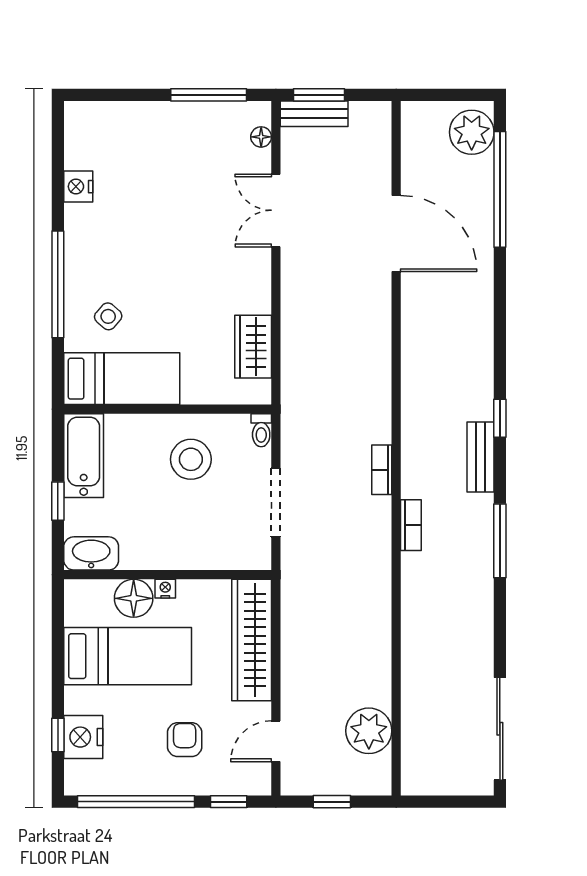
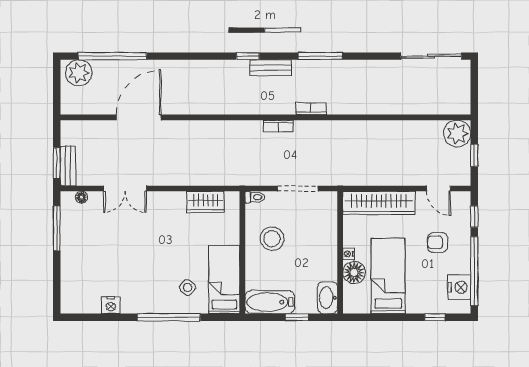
plant: (369, 731) -> (457, 134), moved
nightstand: (83, 737) -> (459, 287), moved, turned -90

